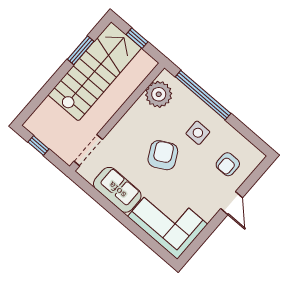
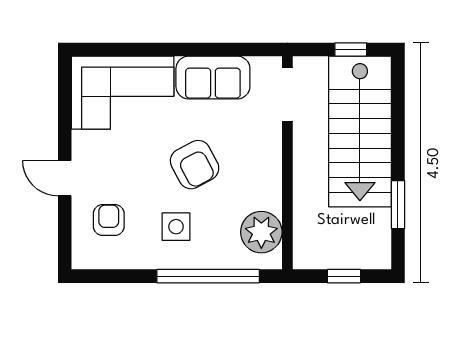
stairs: (95, 71) -> (360, 131), moved

